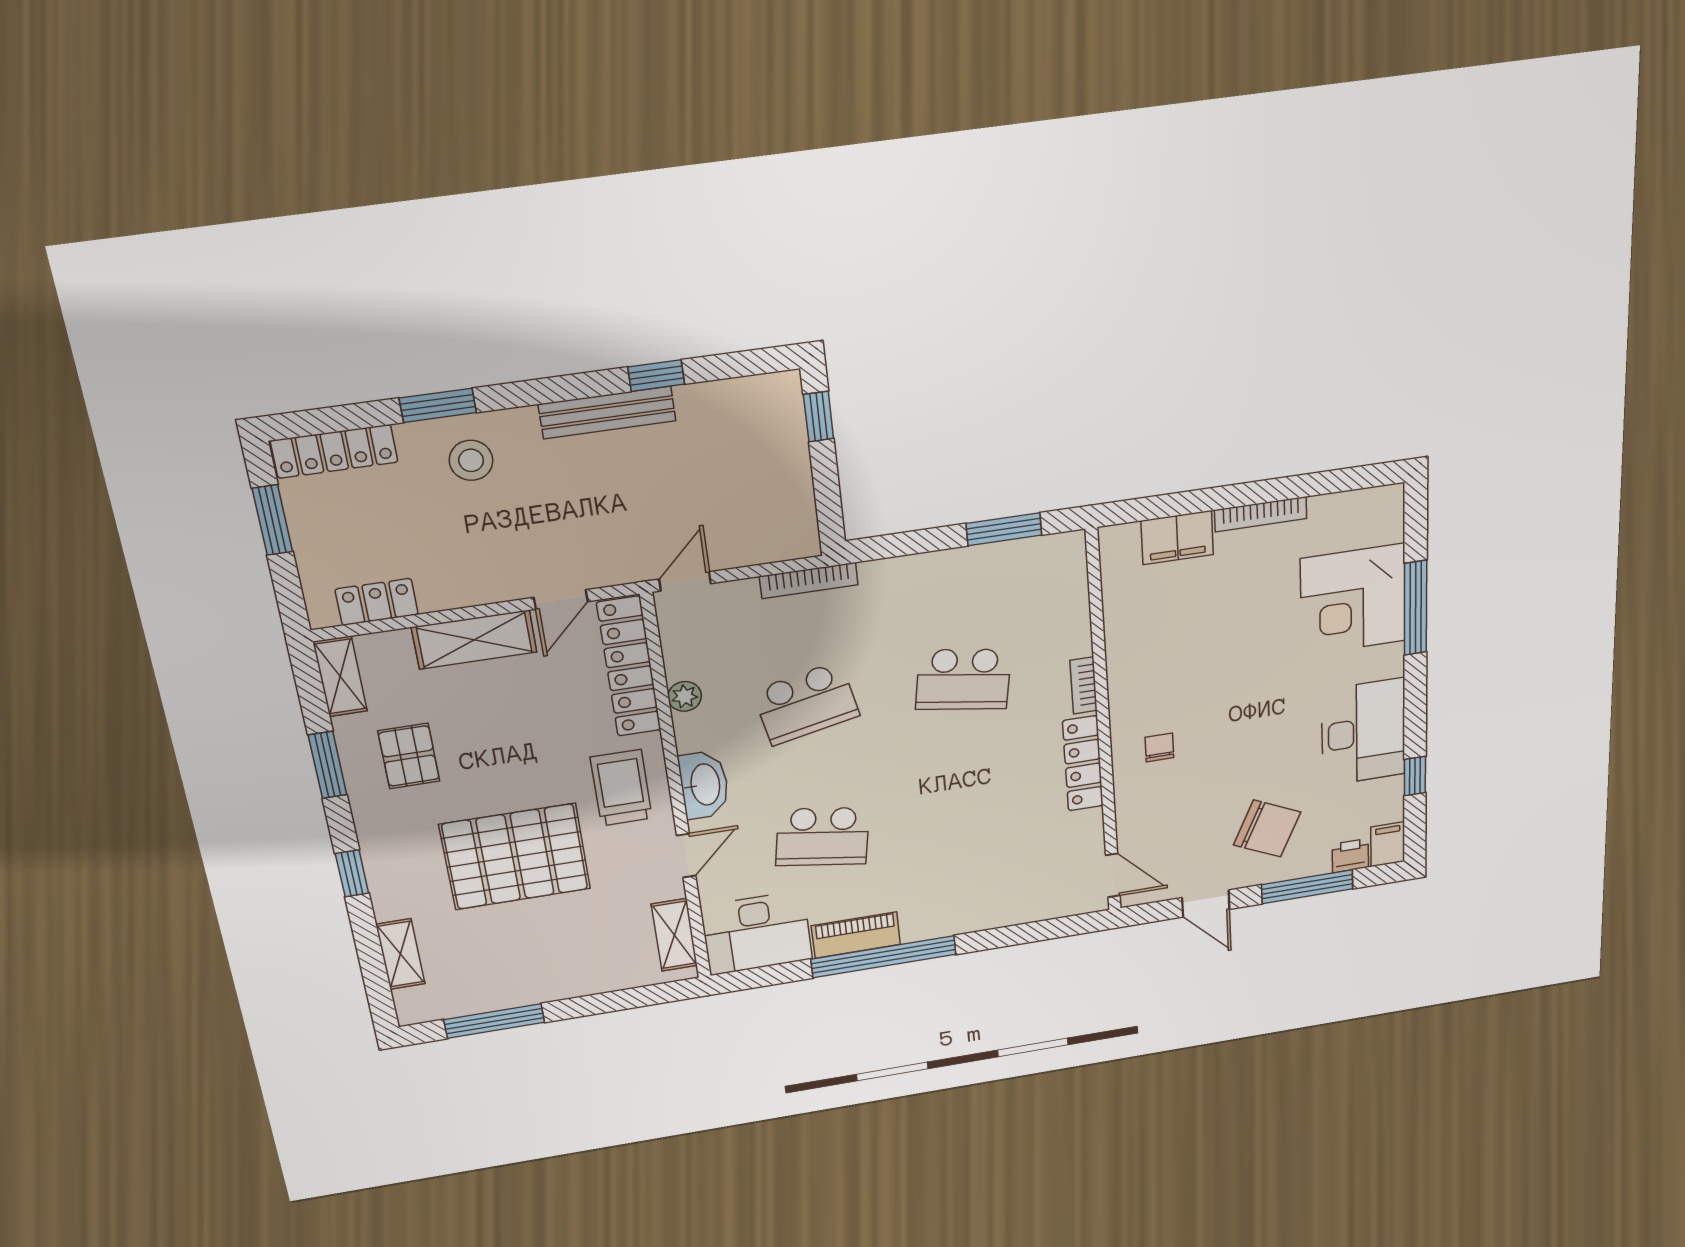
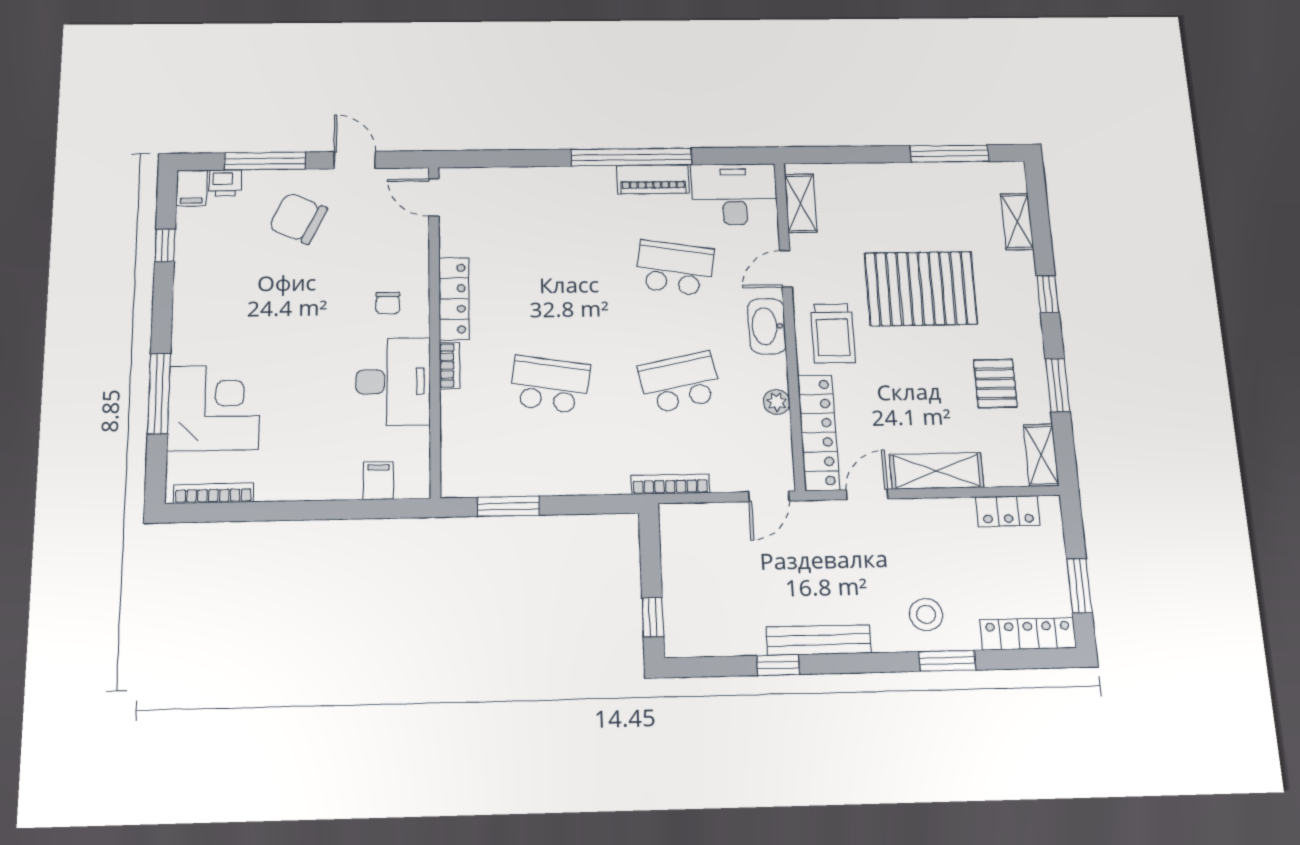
bookcase: (1261, 514) -> (213, 493), moved
filing cabinet: (1177, 538) -> (378, 481), width x0.50
desk: (1363, 732) -> (393, 382), moved, turned 180

